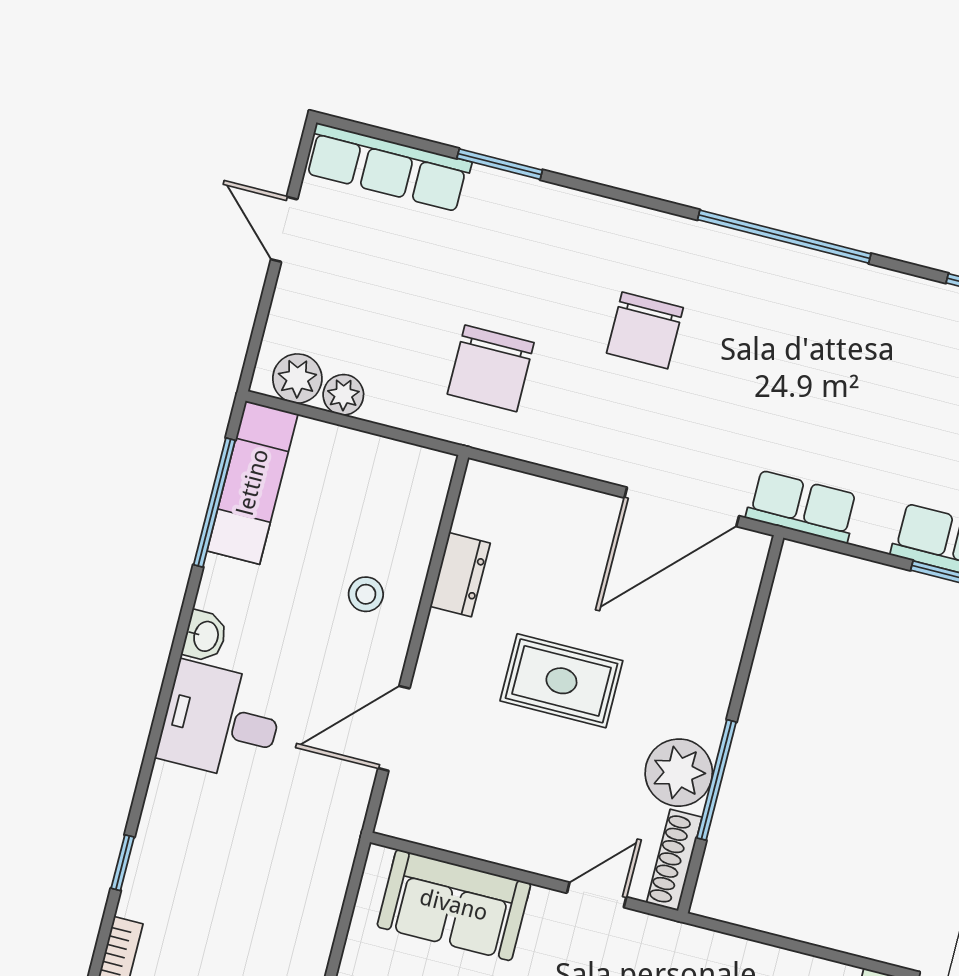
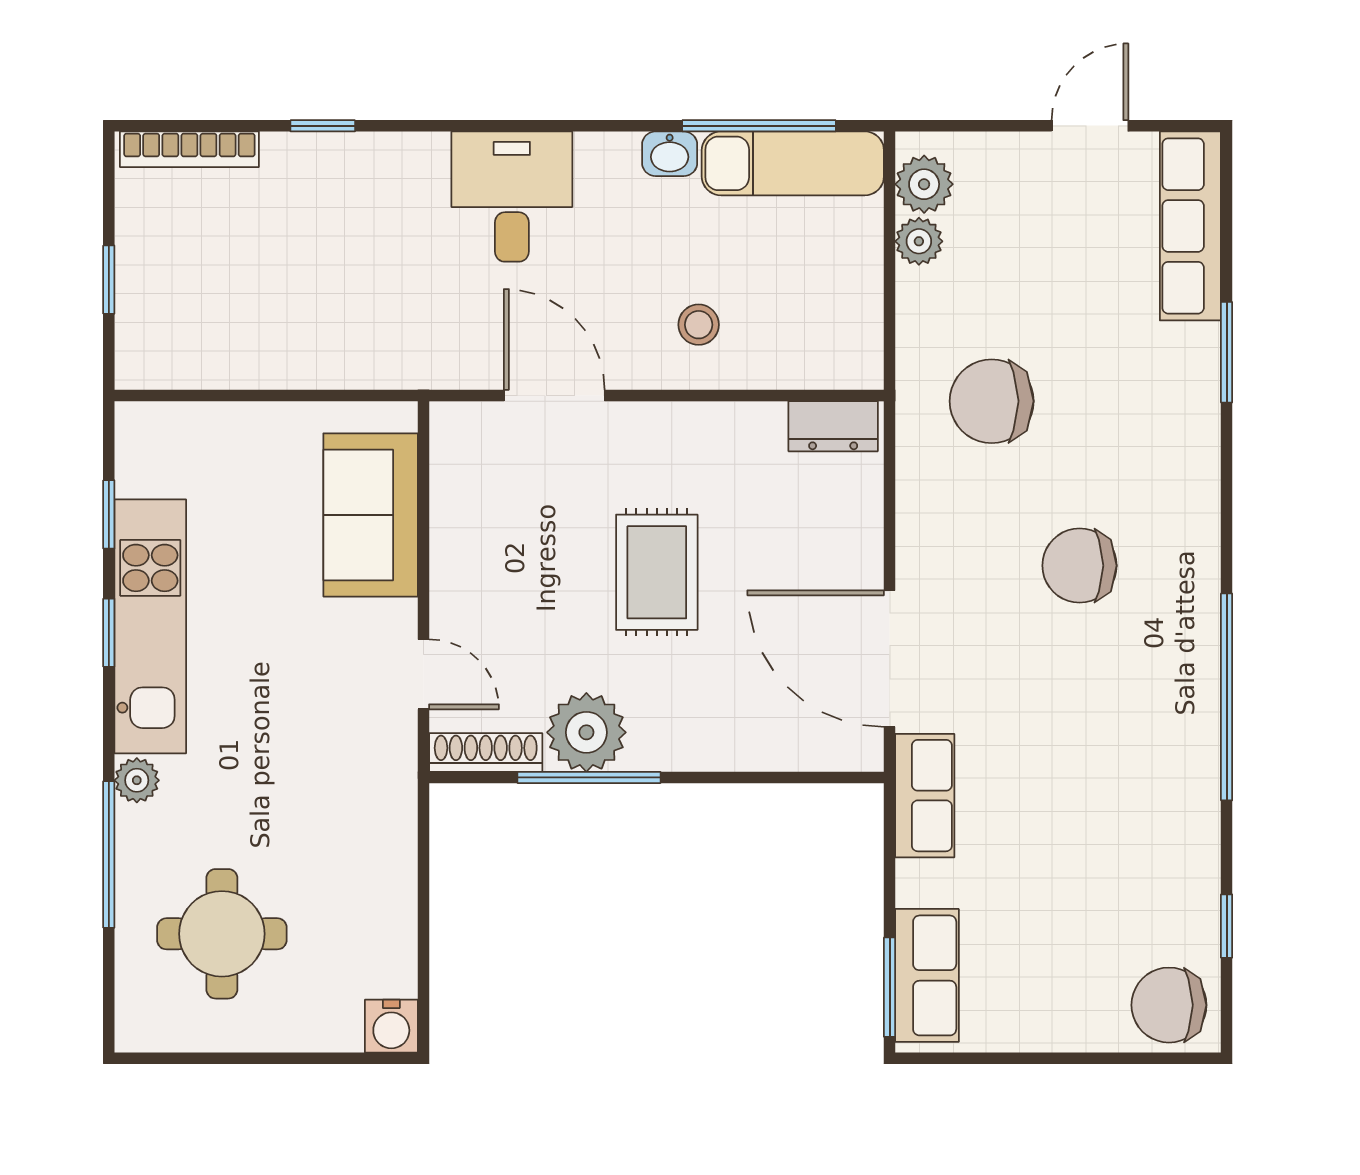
dresser: (460, 575) -> (833, 426), moved
washbasin: (205, 636) -> (670, 154), moved

